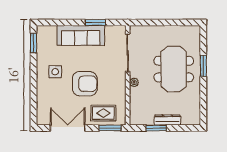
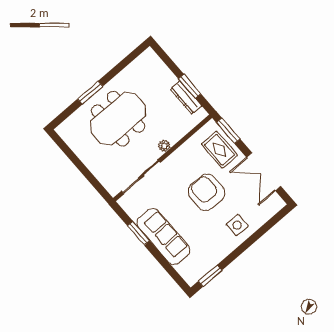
side table: (55, 72) -> (237, 225), moved
dresser: (167, 120) -> (186, 98), moved

